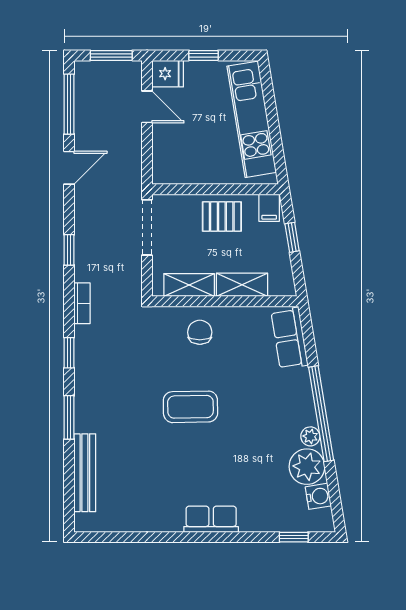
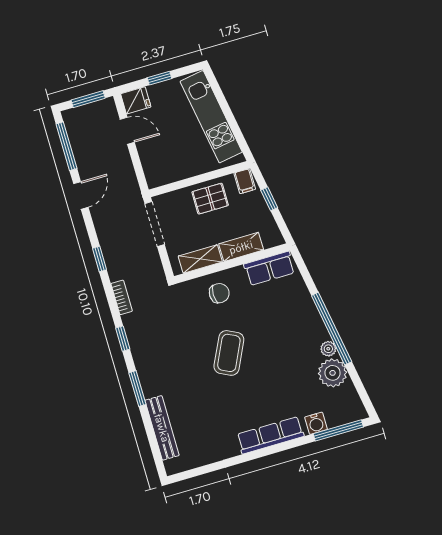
chair: (200, 332) -> (219, 293), turned 90
row of seats: (289, 338) -> (269, 268), moved, turned -81
coffee table: (190, 407) -> (229, 353), turned -63
water cooler: (318, 496) -> (316, 423), moved, turned 99
row of seats: (211, 519) -> (270, 435), width x1.48
window: (294, 537) -> (338, 430), width x2.17

